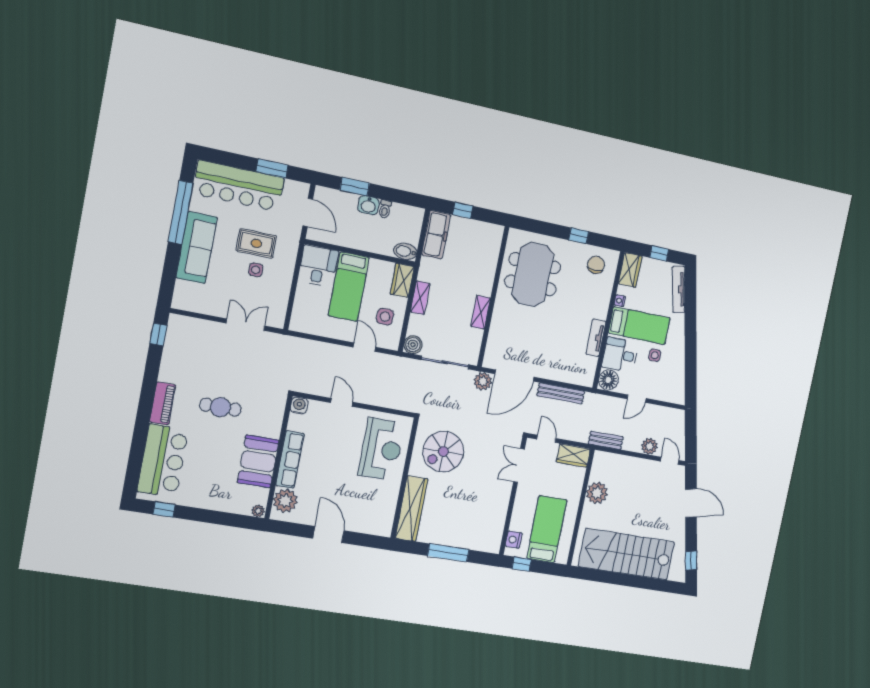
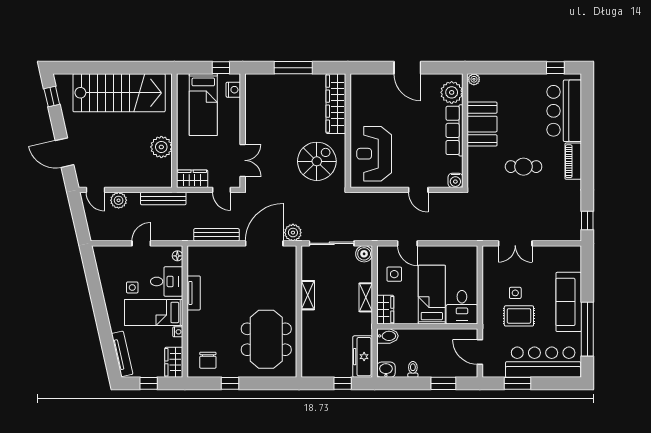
washbasin: (368, 205) -> (386, 370), moved
floor lamp: (608, 380) -> (177, 256), width x0.53, depth x0.53
bench: (606, 440) -> (163, 199), width x1.36

